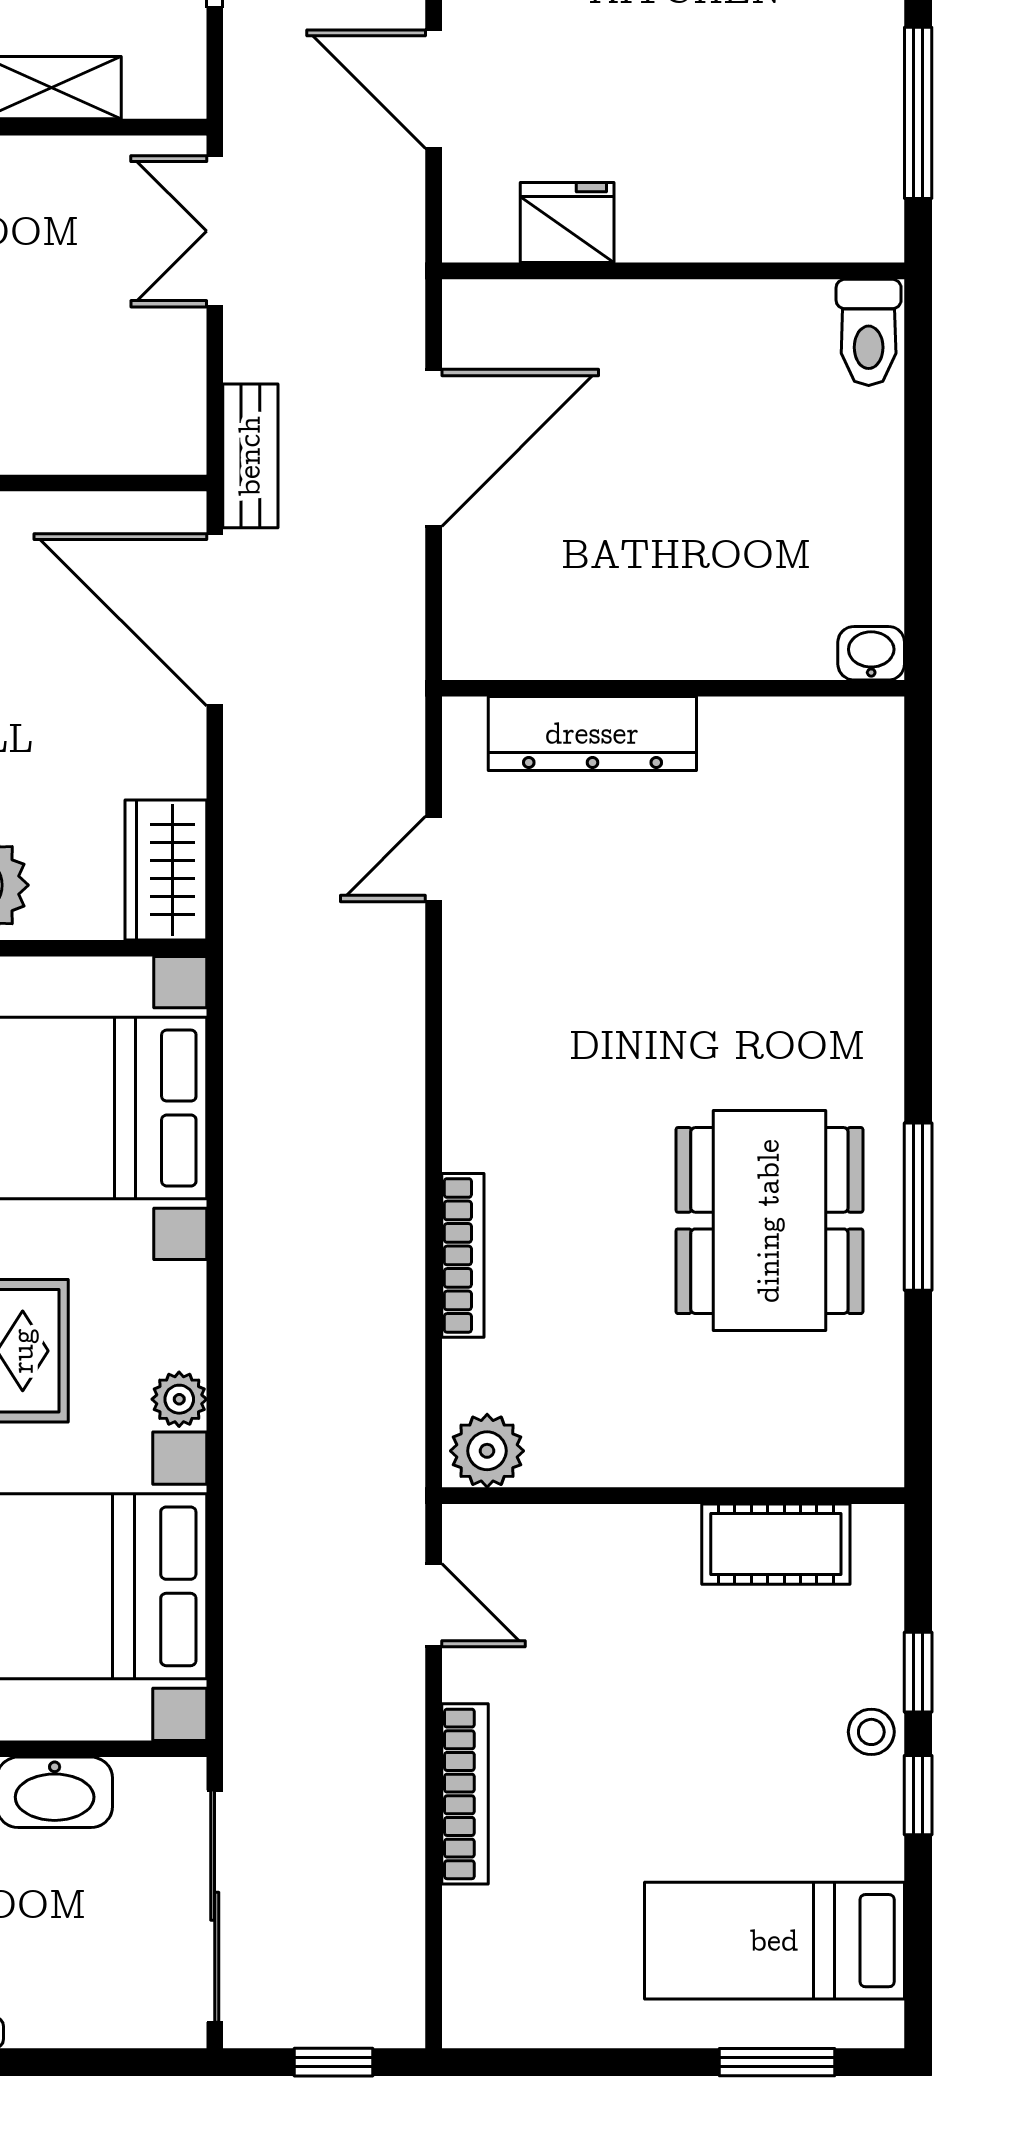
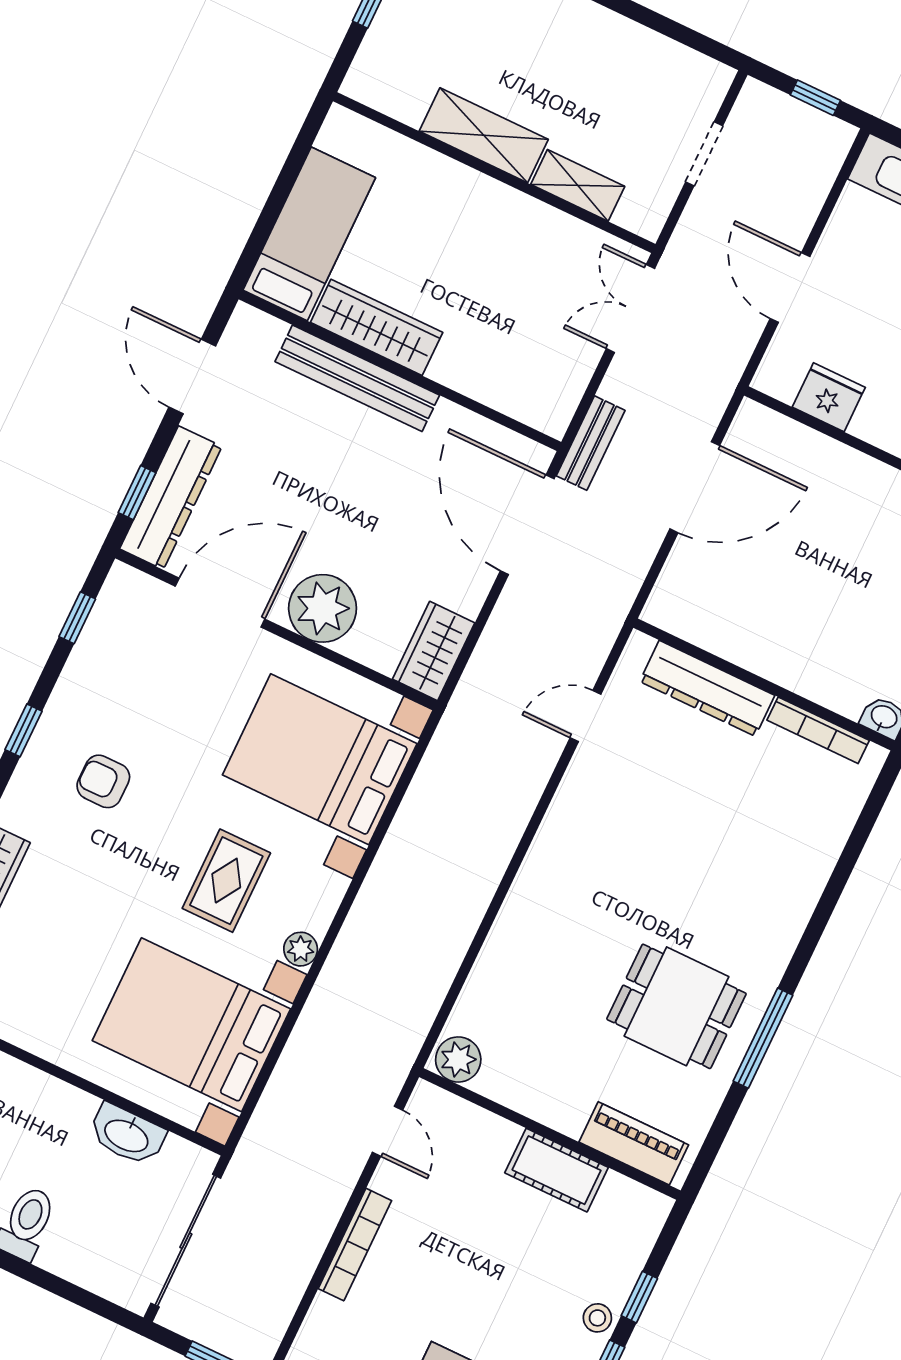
dining table: (769, 1221) -> (676, 1006), width x0.73
bookcase: (463, 1255) -> (818, 730), moved, turned 90
piano: (803, 1451) -> (634, 1143), added
cot: (776, 1544) -> (557, 1170), moved

